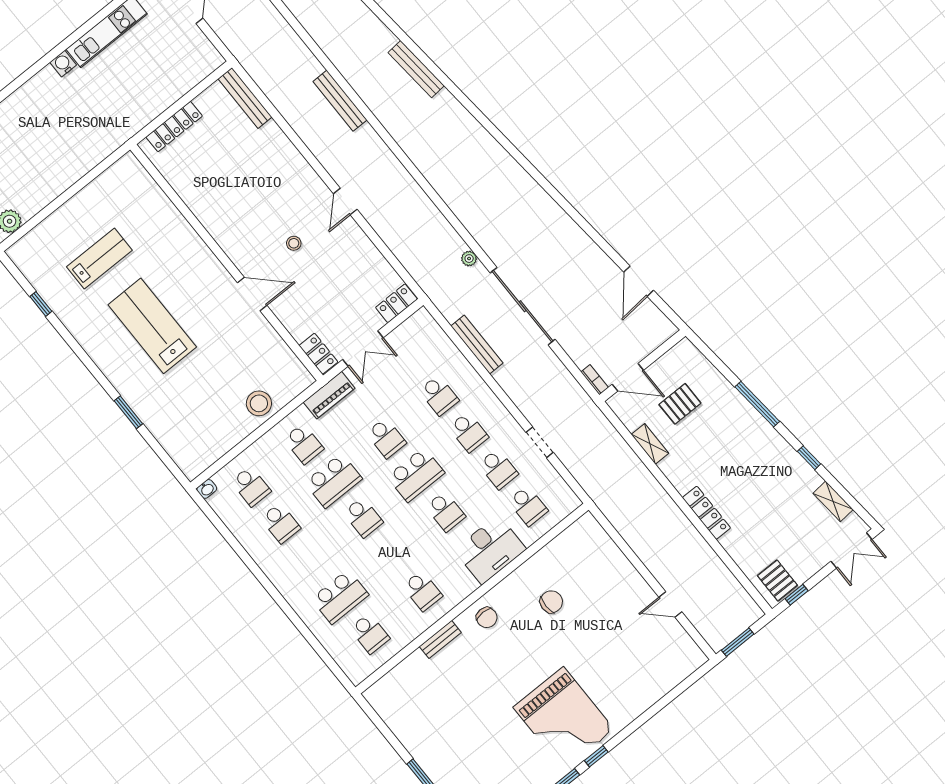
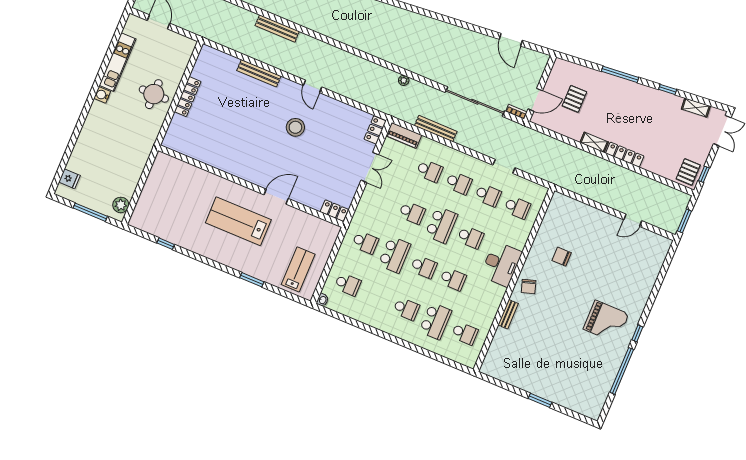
bench: (245, 98) -> (259, 73), moved
round table: (132, 99) -> (154, 94), added
stool: (294, 243) -> (295, 127), width x1.89, depth x1.89
lab bench: (99, 259) -> (298, 269), moved
wall: (227, 262) -> (251, 186), moved
door: (252, 294) -> (276, 197), moved
sliding door: (523, 306) -> (475, 102), moved
locker: (318, 354) -> (334, 211), moved
piano: (329, 395) -> (404, 135), moved, turned 90
stool: (259, 403) -> (326, 233), removed
shelving: (650, 444) -> (594, 142), moved
school desk: (281, 523) -> (406, 309), moved
desk: (490, 550) -> (501, 264), moved
pallet: (777, 580) -> (688, 172), turned 90
school desk: (422, 591) -> (453, 279), moved
chair: (551, 602) -> (562, 257), turned -90
chair: (487, 618) -> (529, 287), turned 72
grand piano: (564, 718) -> (606, 321), width x0.73, depth x0.68

